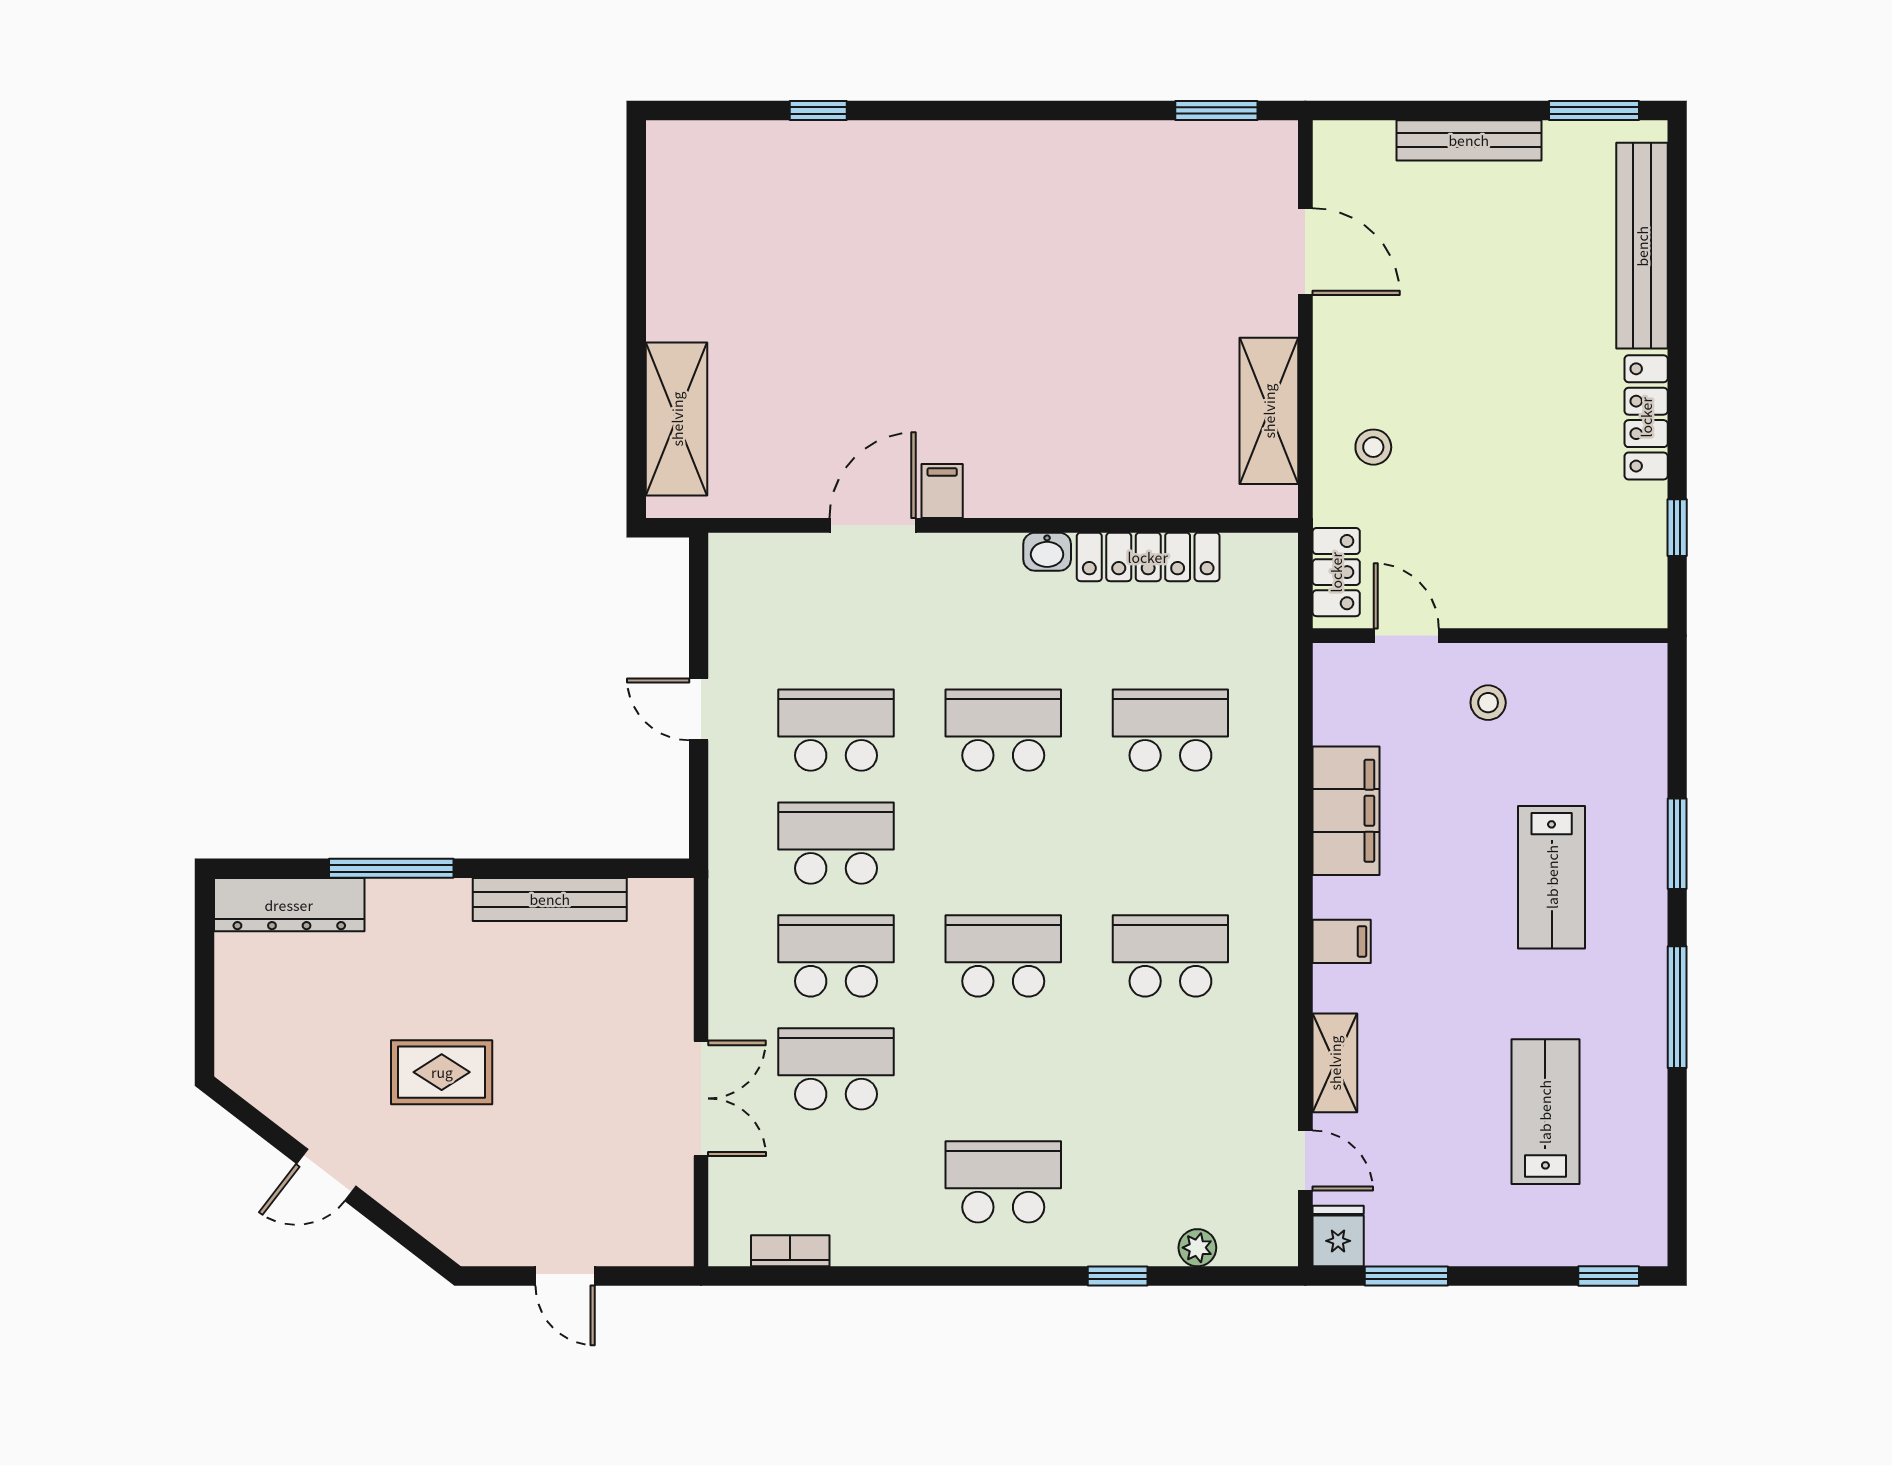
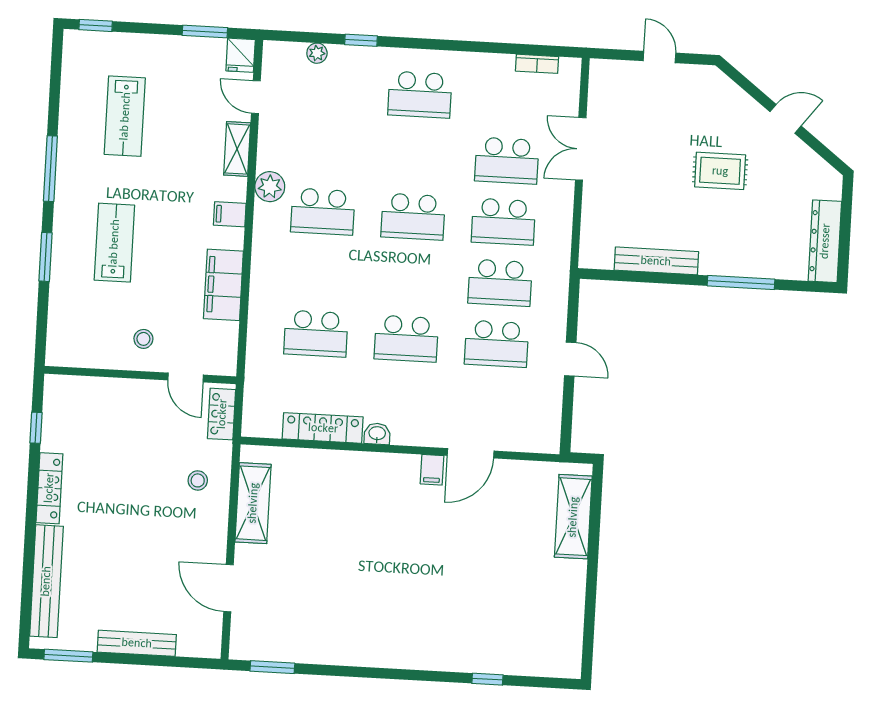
dresser: (289, 905) -> (825, 241), moved, turned -90
plant: (1271, 997) -> (270, 187), added

